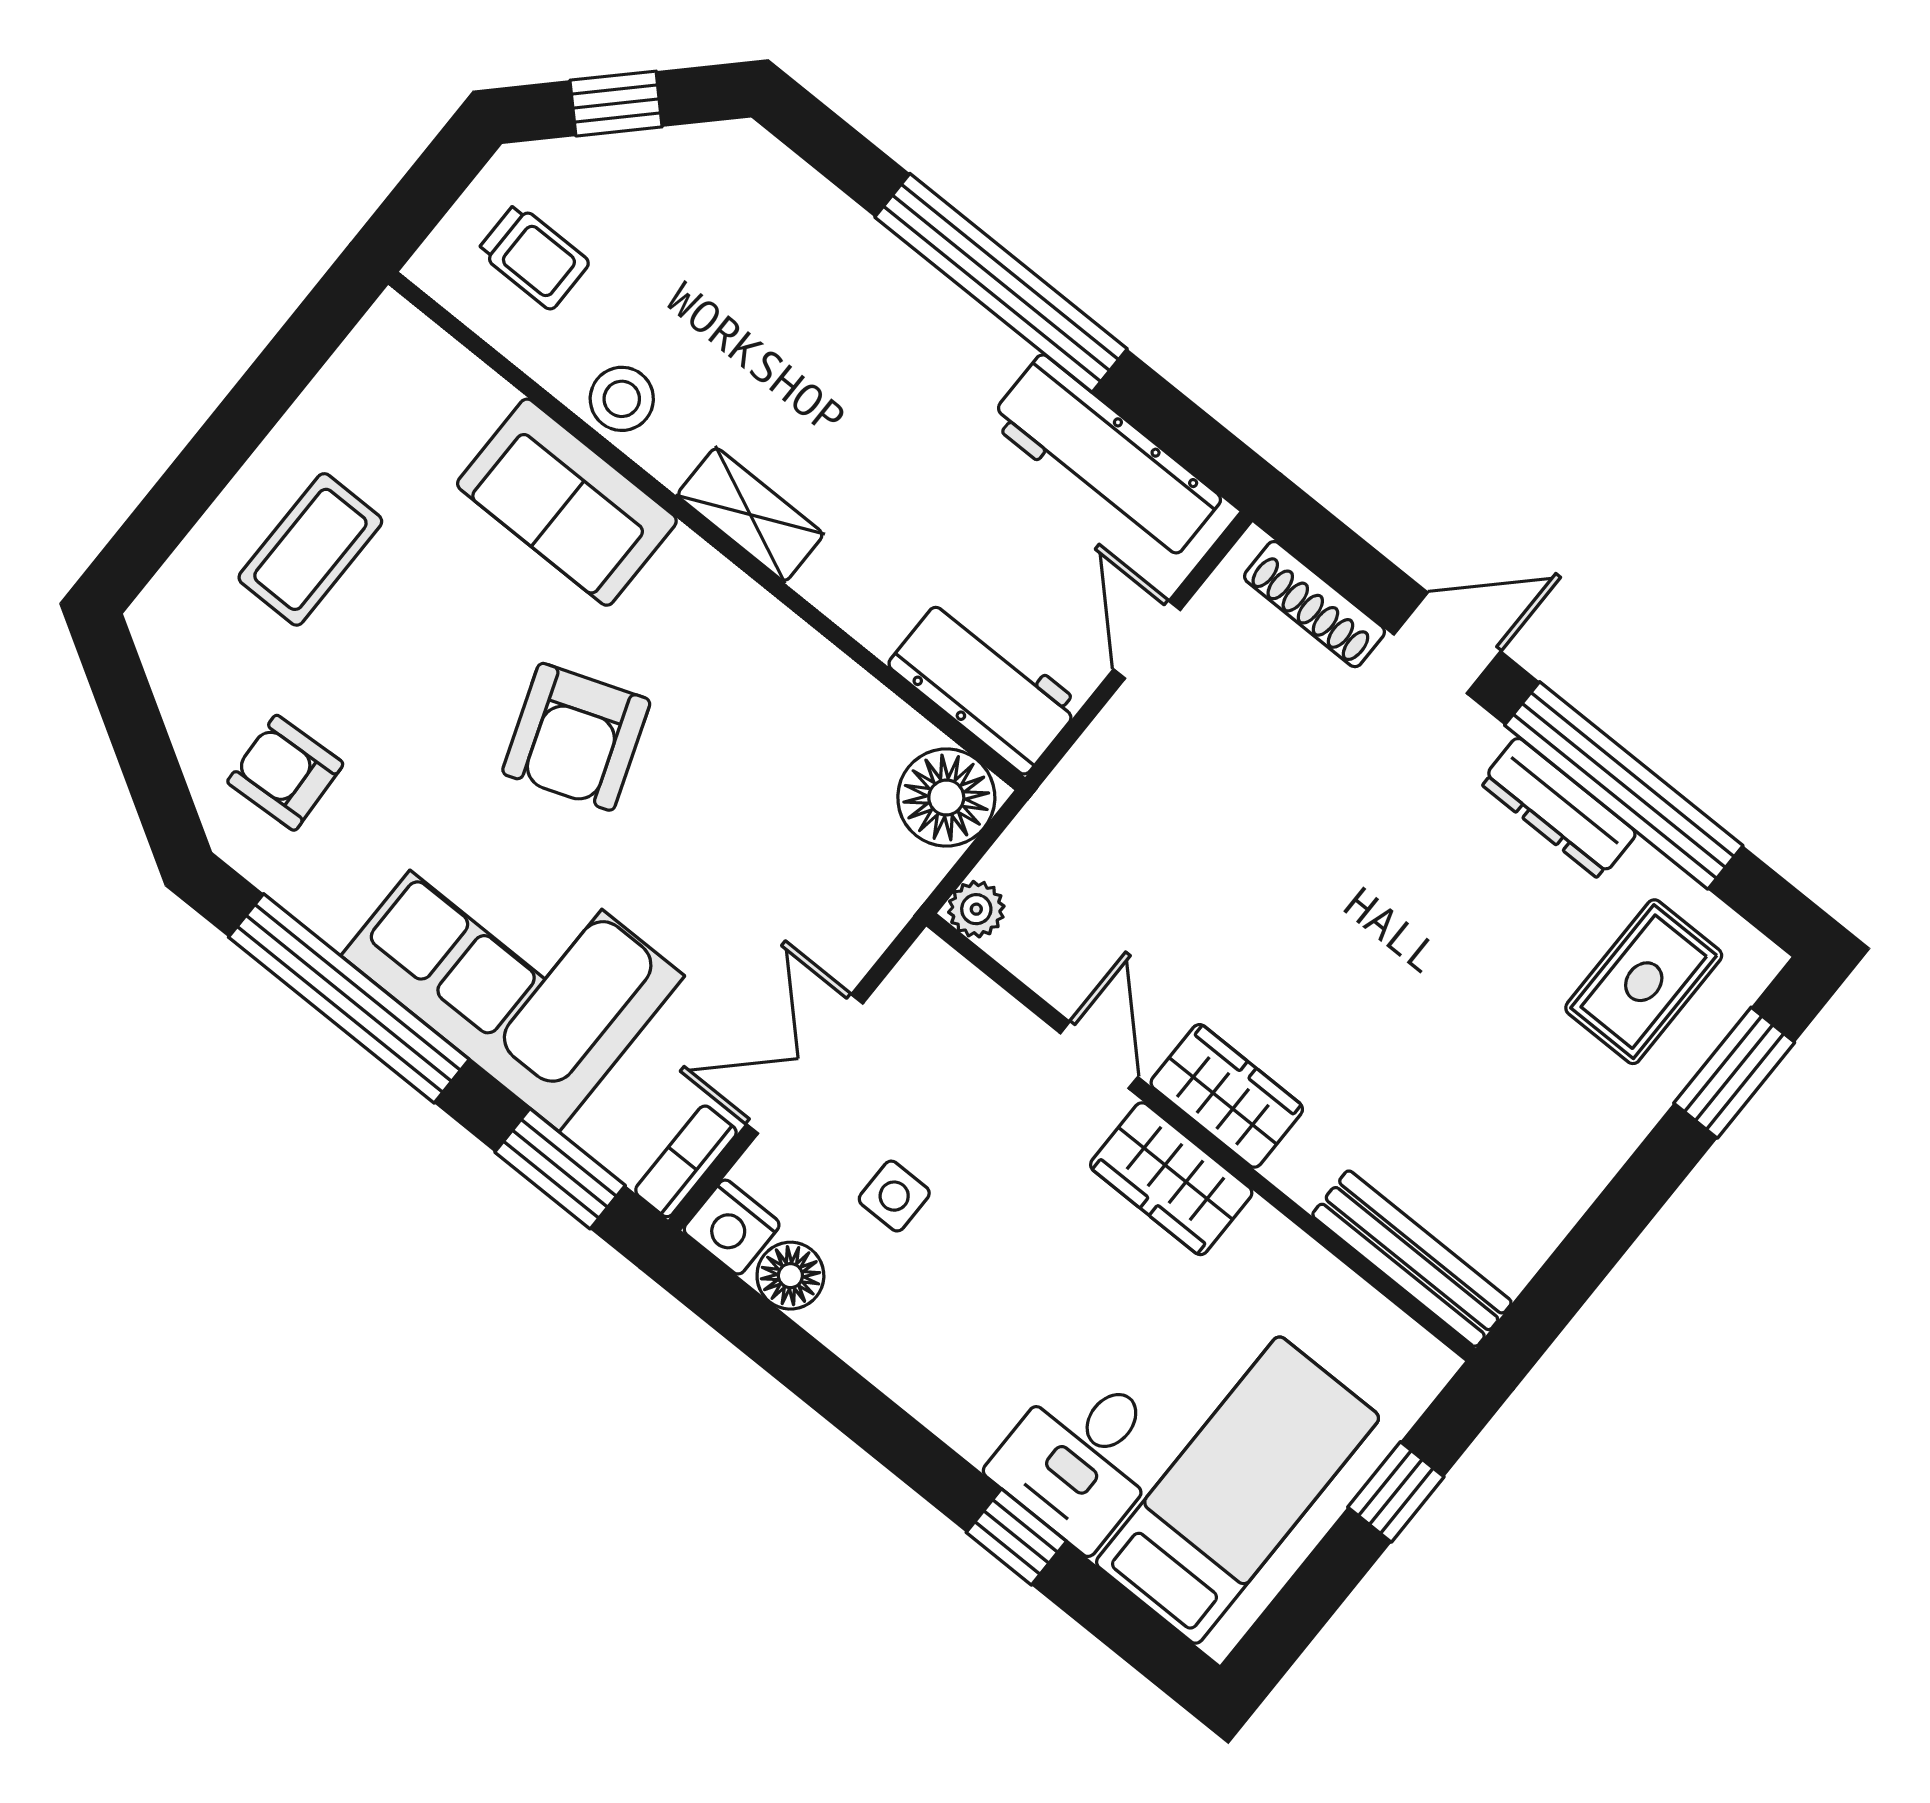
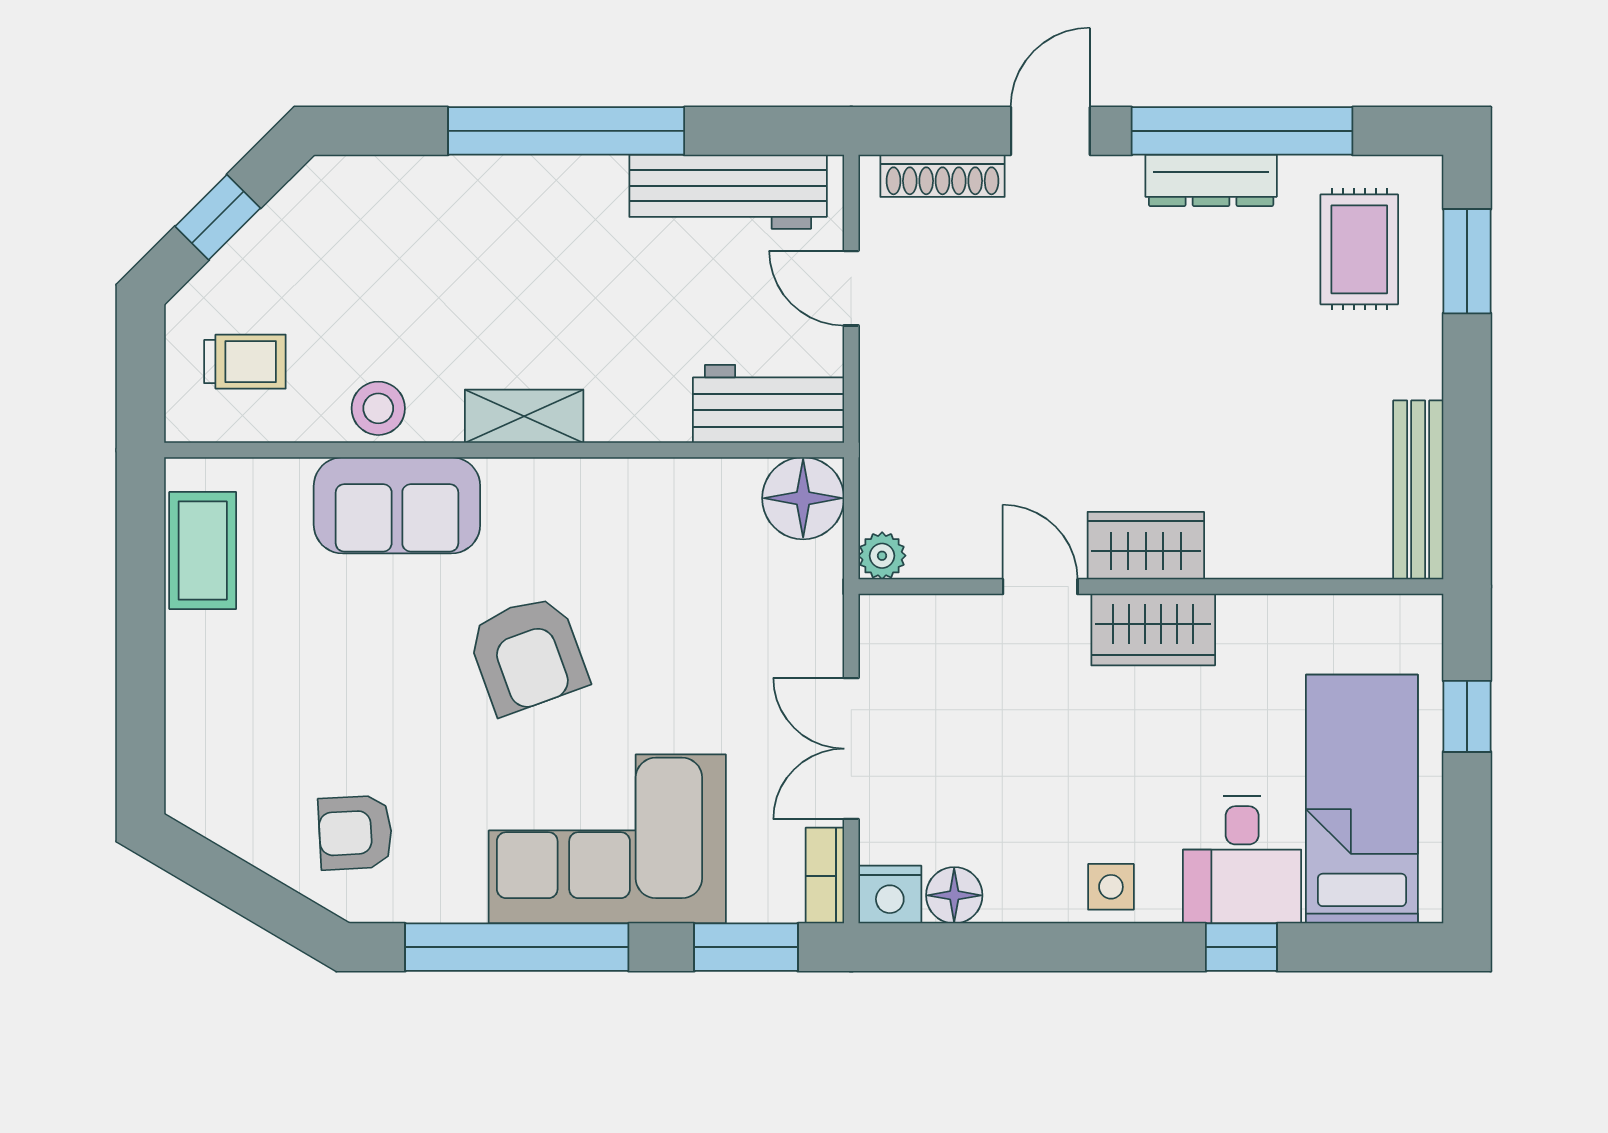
coffee table: (310, 549) -> (203, 551), moved
side table: (894, 1196) -> (1111, 887), moved
bench: (1412, 1259) -> (1418, 490), moved, turned 90

